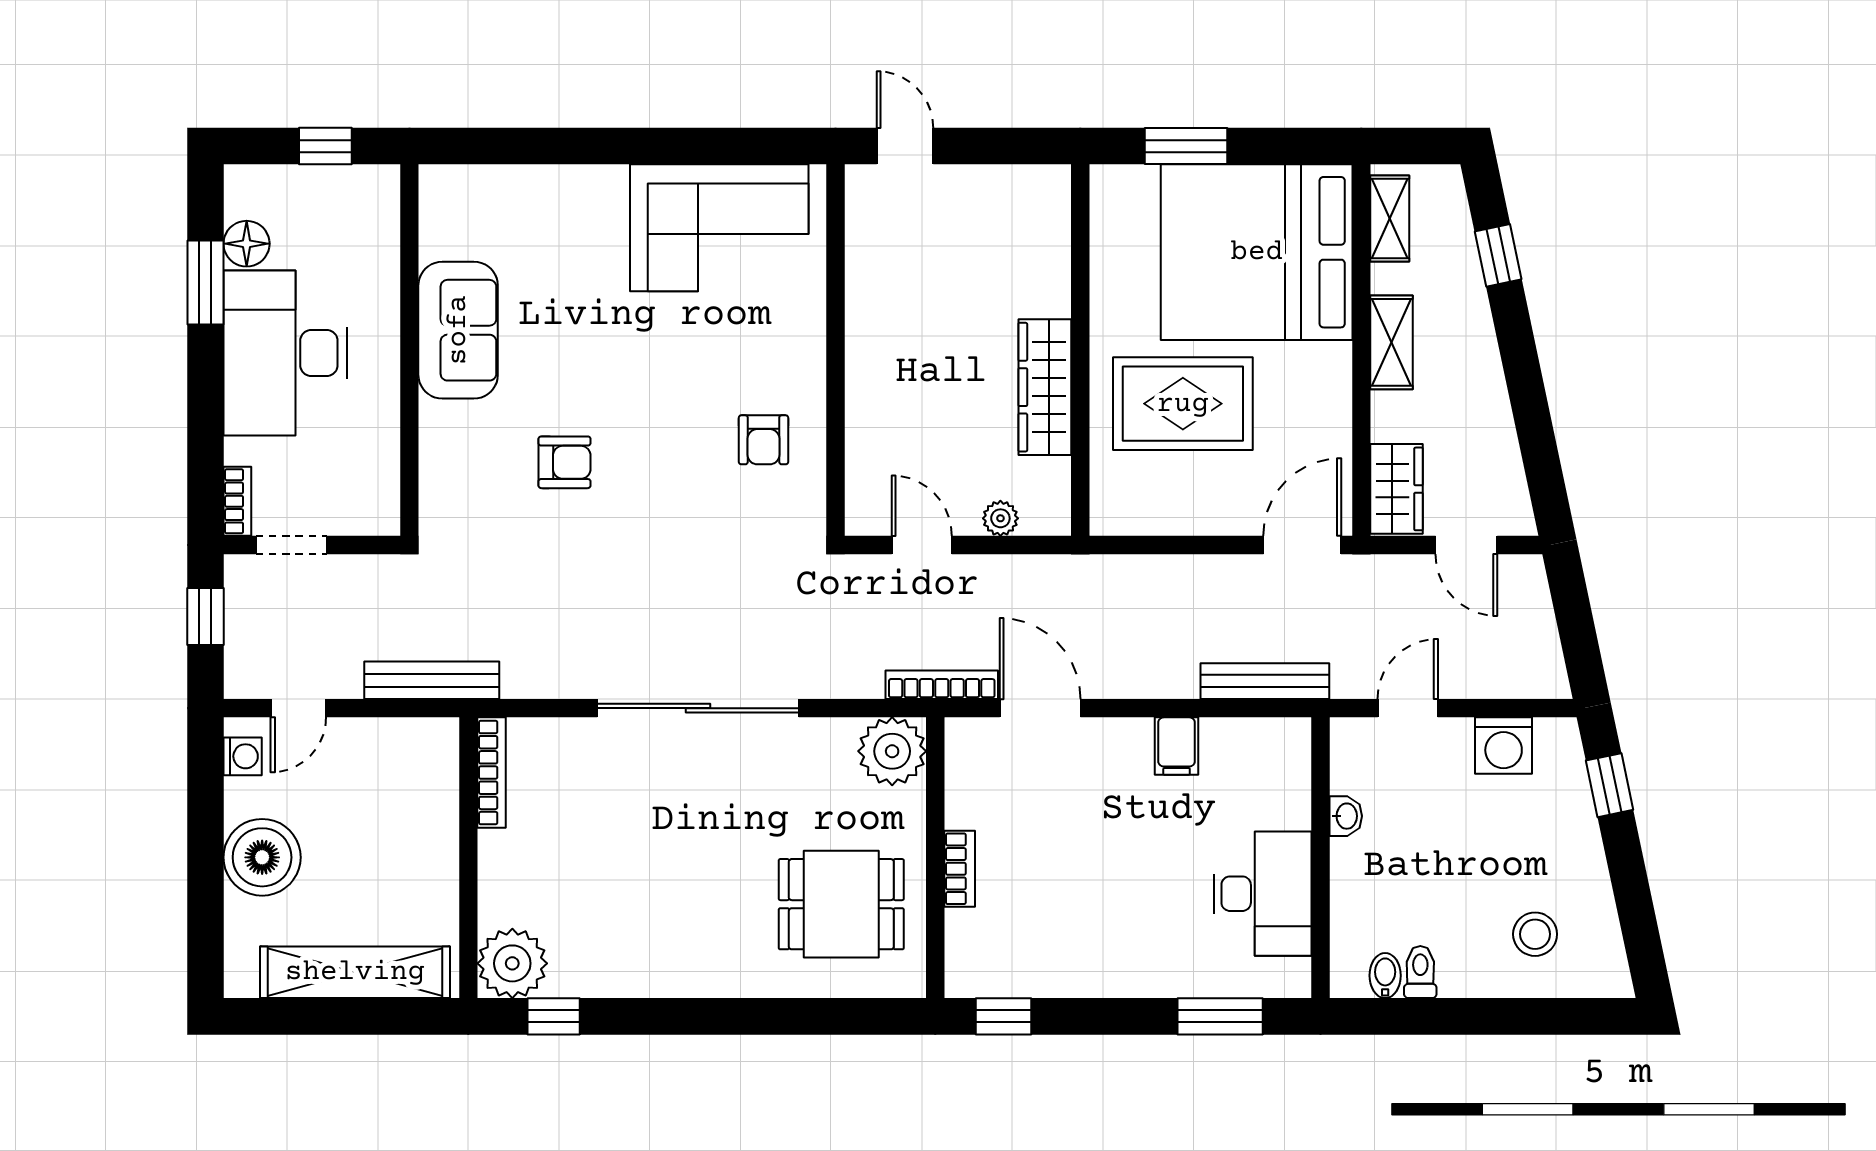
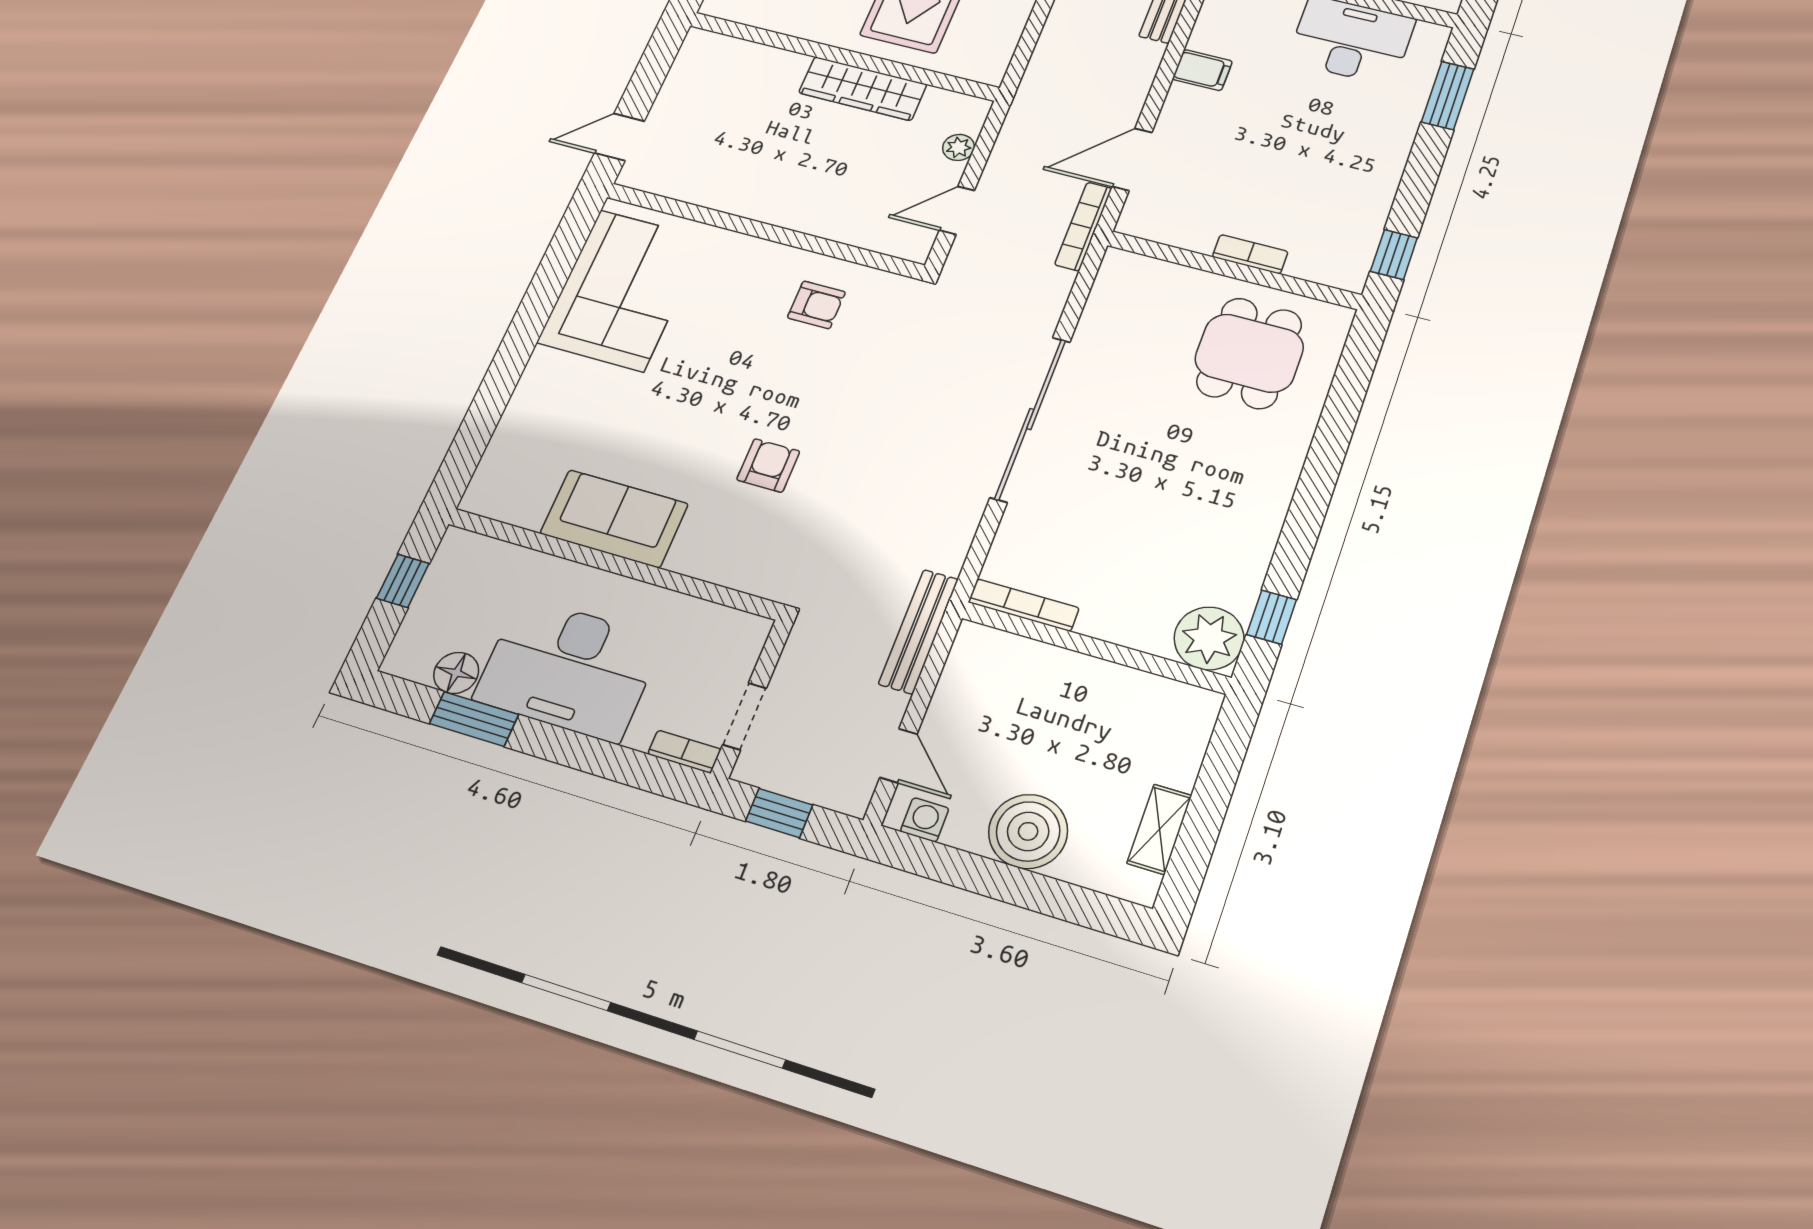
plant: (892, 751) -> (1127, 279), removed
shelving: (355, 972) -> (1159, 829), width x0.45, depth x0.75

